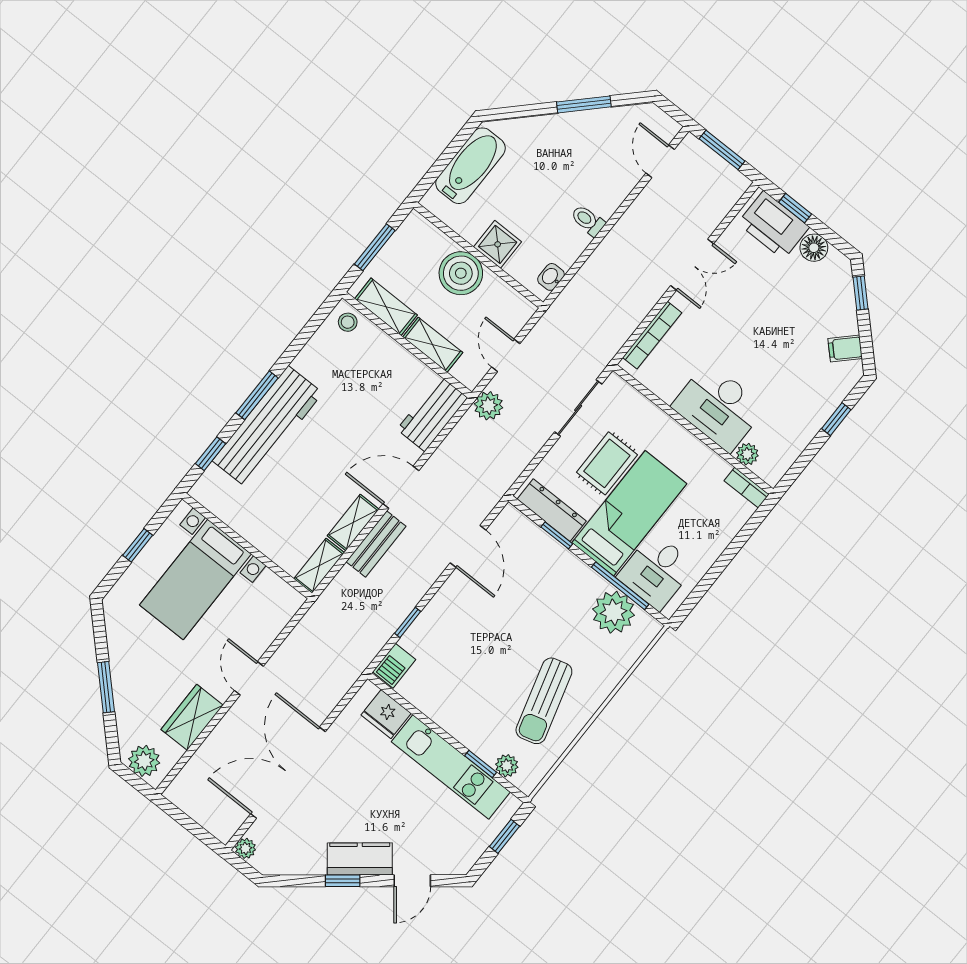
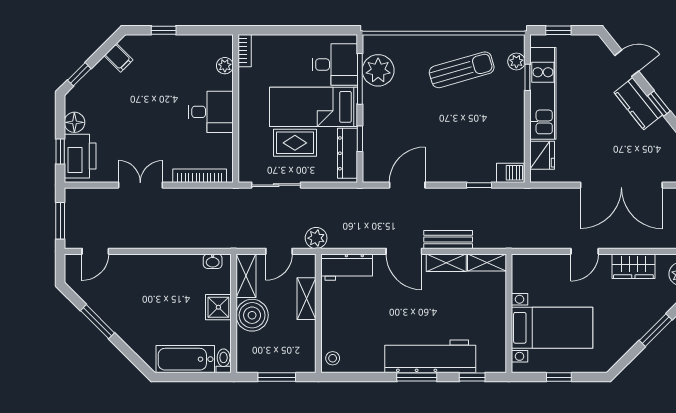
toilet: (588, 220) -> (224, 361), moved, turned 180
shelving: (386, 307) -> (246, 276), moved
desk: (719, 407) -> (211, 112), width x0.73

